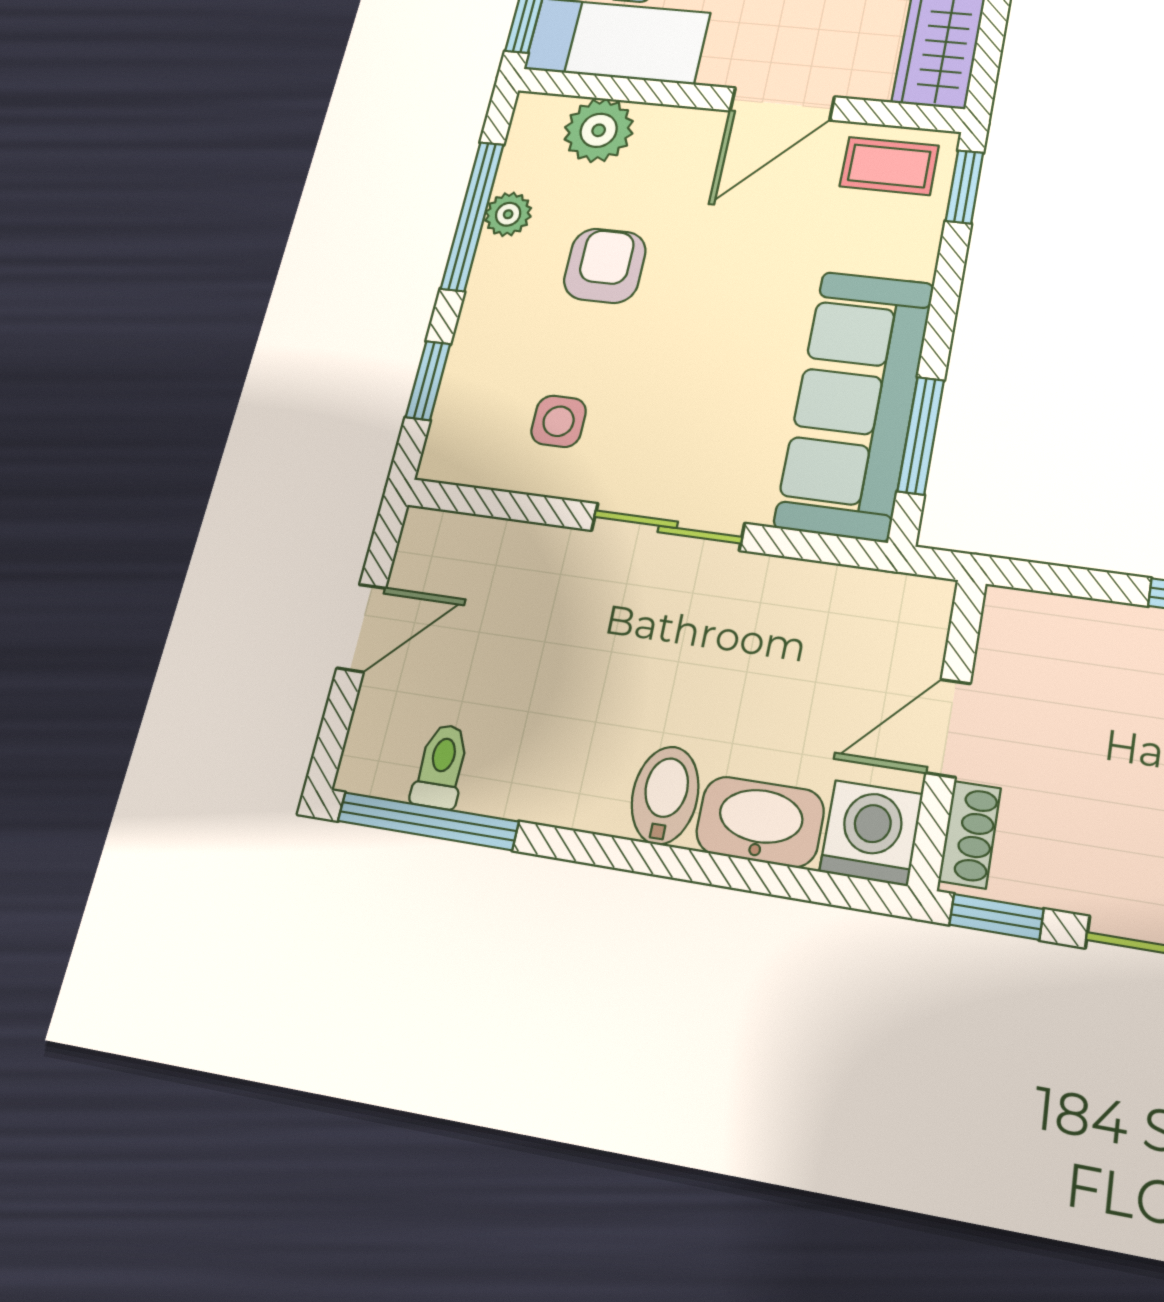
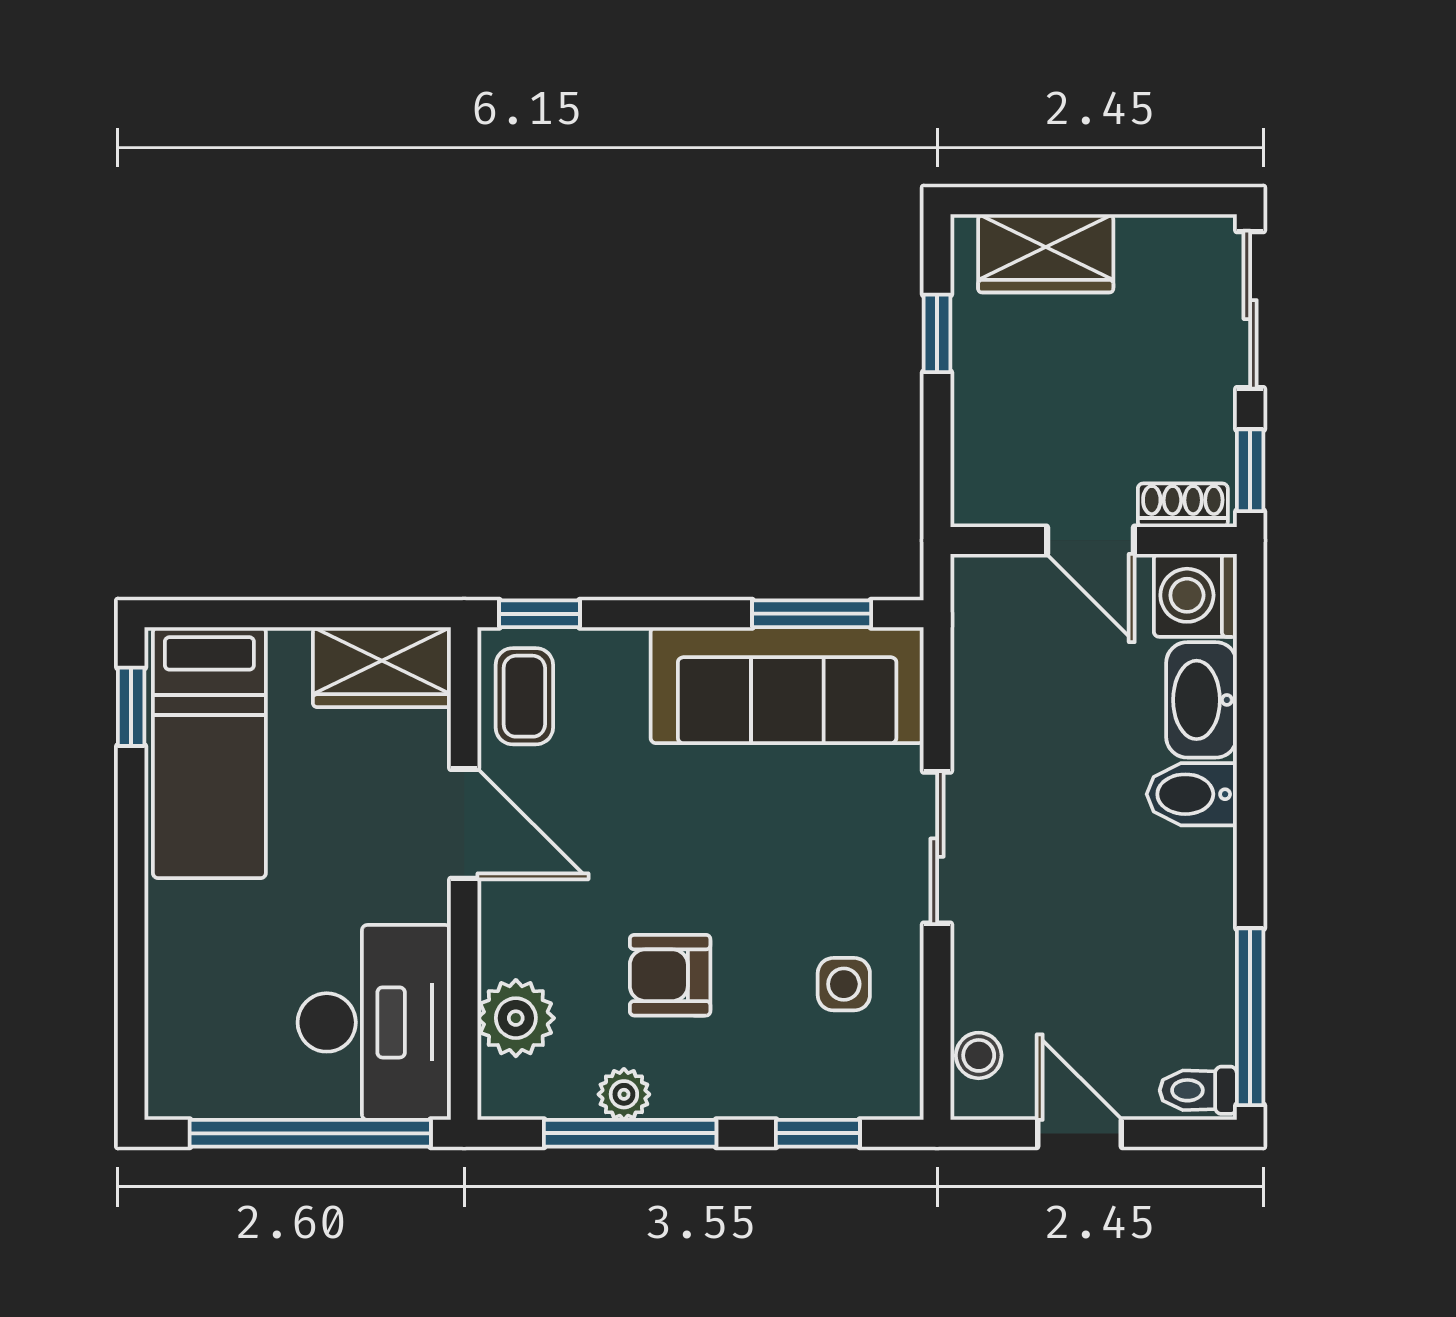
stool: (460, 540) -> (979, 1055), added
toilet: (441, 766) -> (1198, 1090), moved

